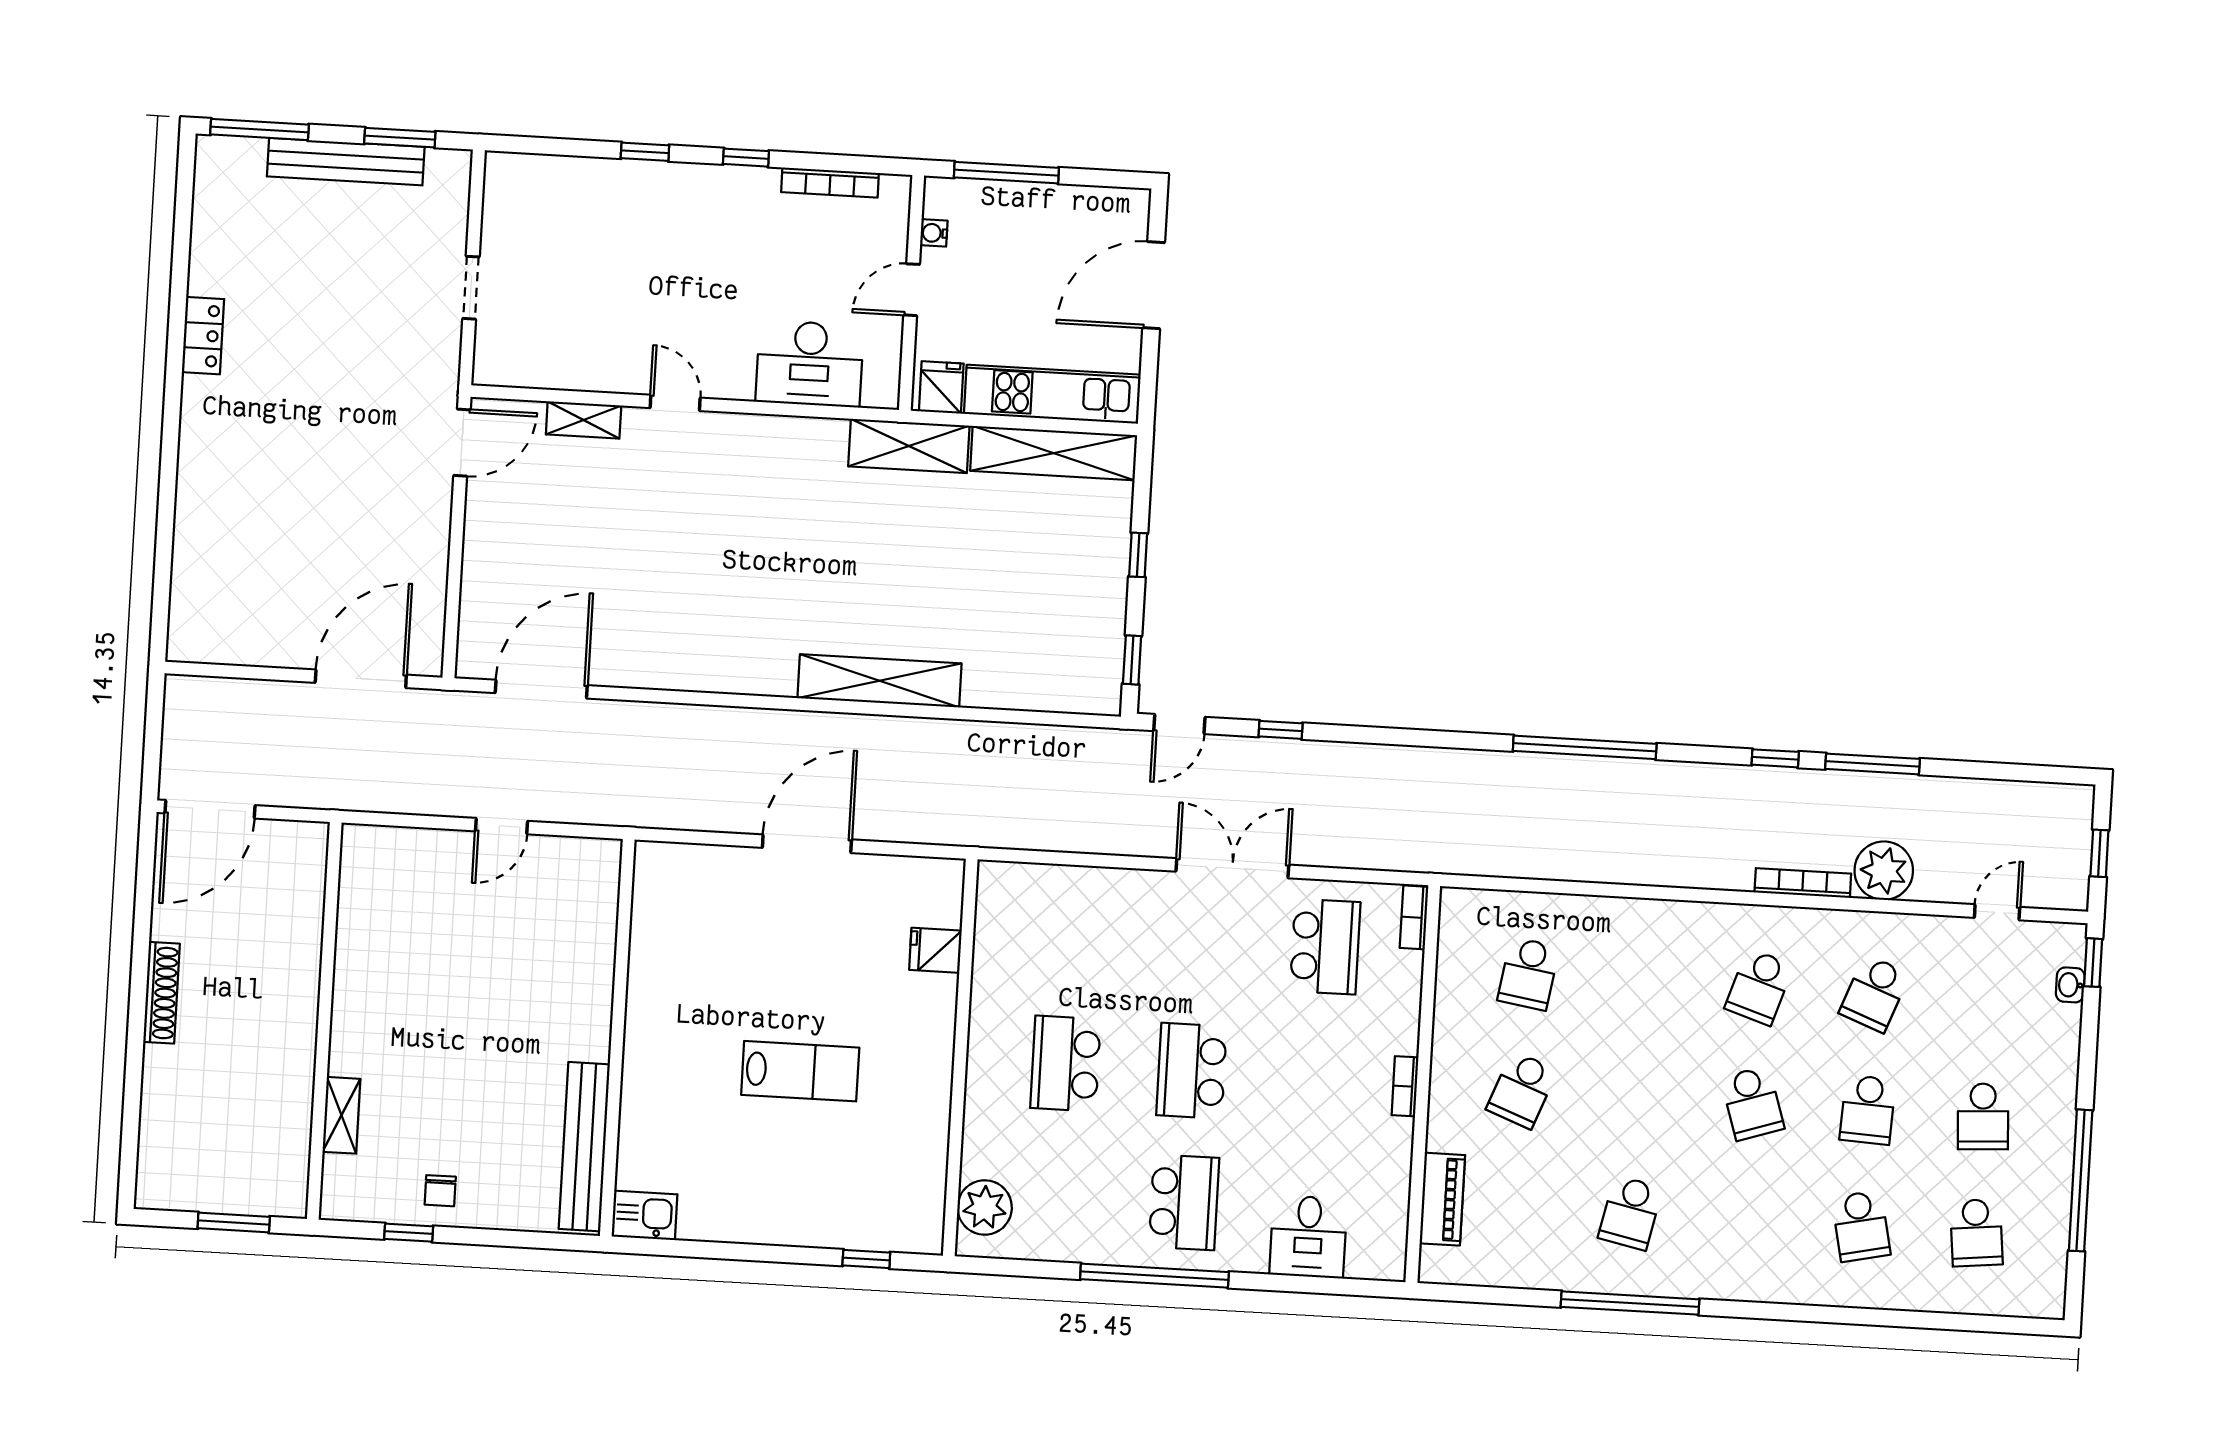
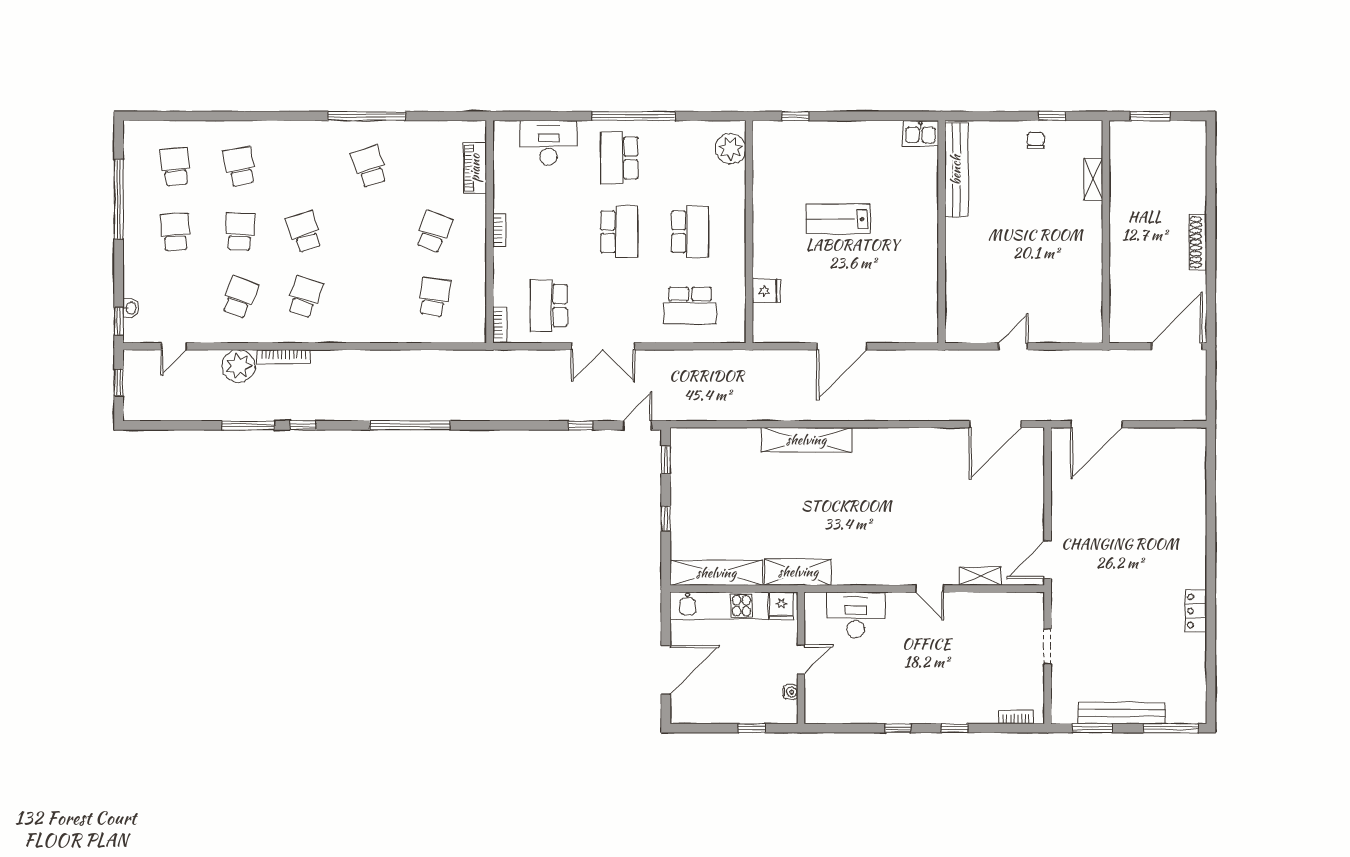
window: (1006, 173) -> (752, 728), width x0.46
bookcase: (830, 183) -> (1016, 717), moved, width x0.64
school desk: (1073, 932) -> (690, 306), added
school desk: (1630, 1213) -> (369, 167), turned -30
desk: (1308, 1237) -> (549, 143), width x1.37

